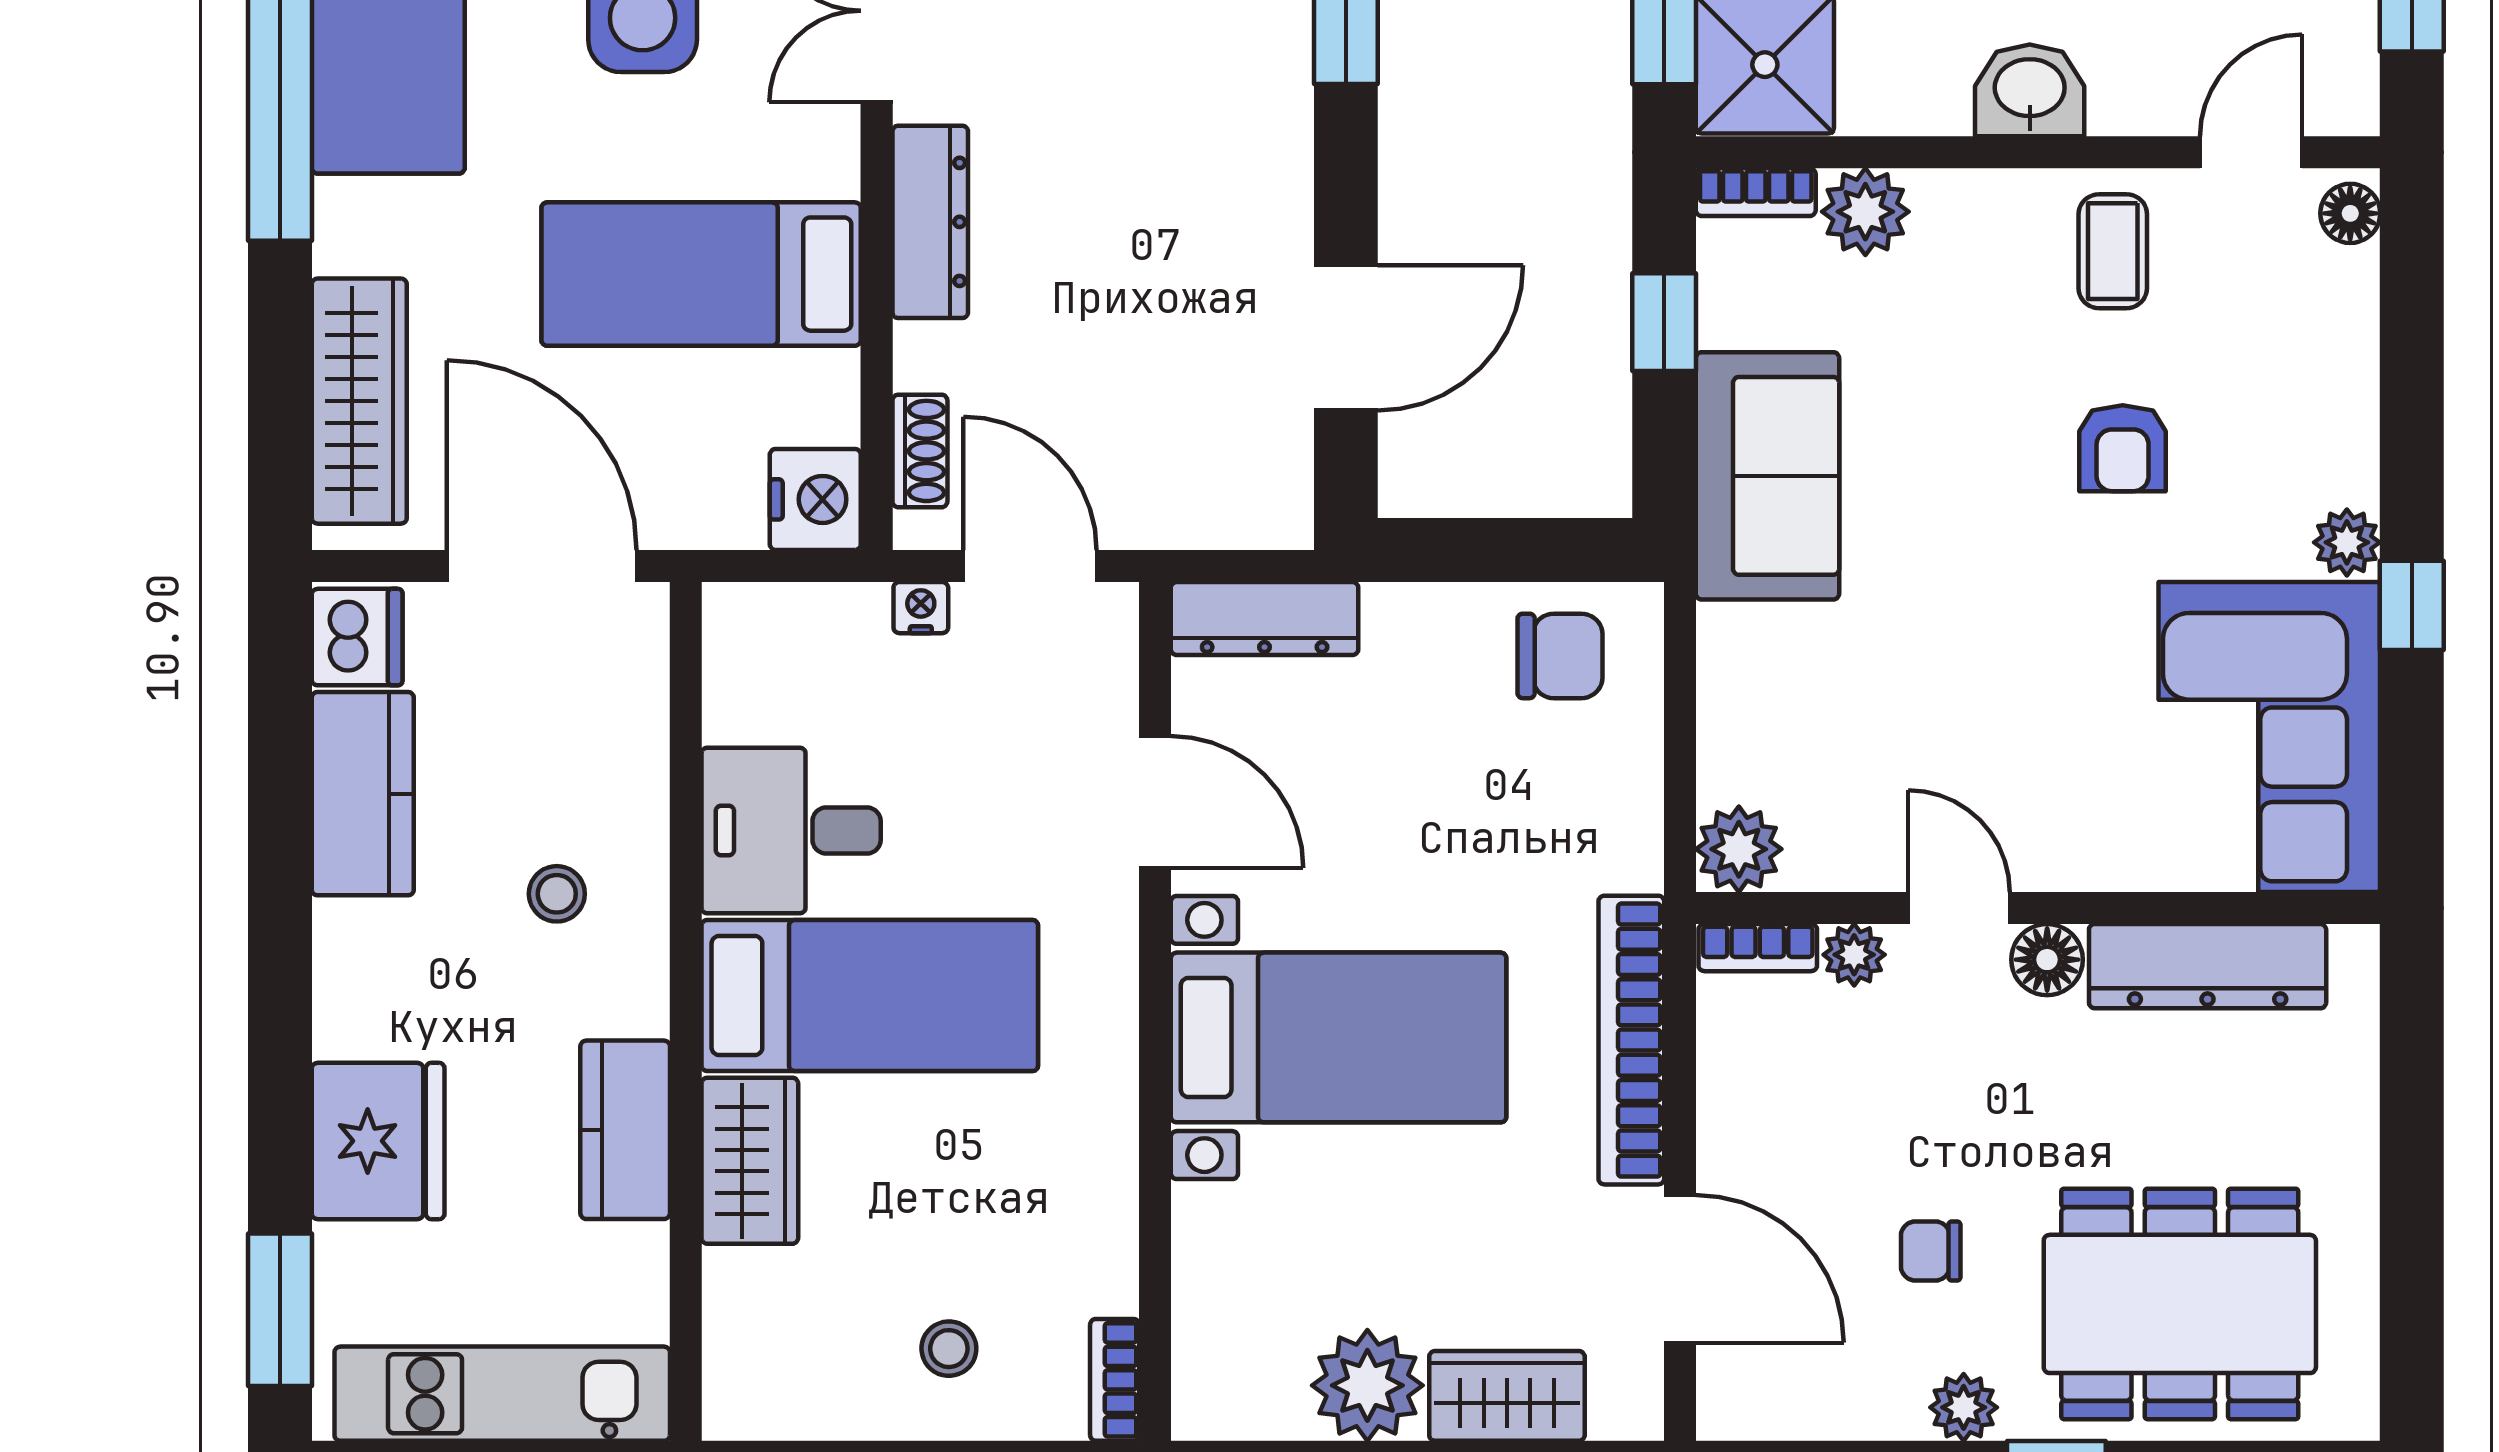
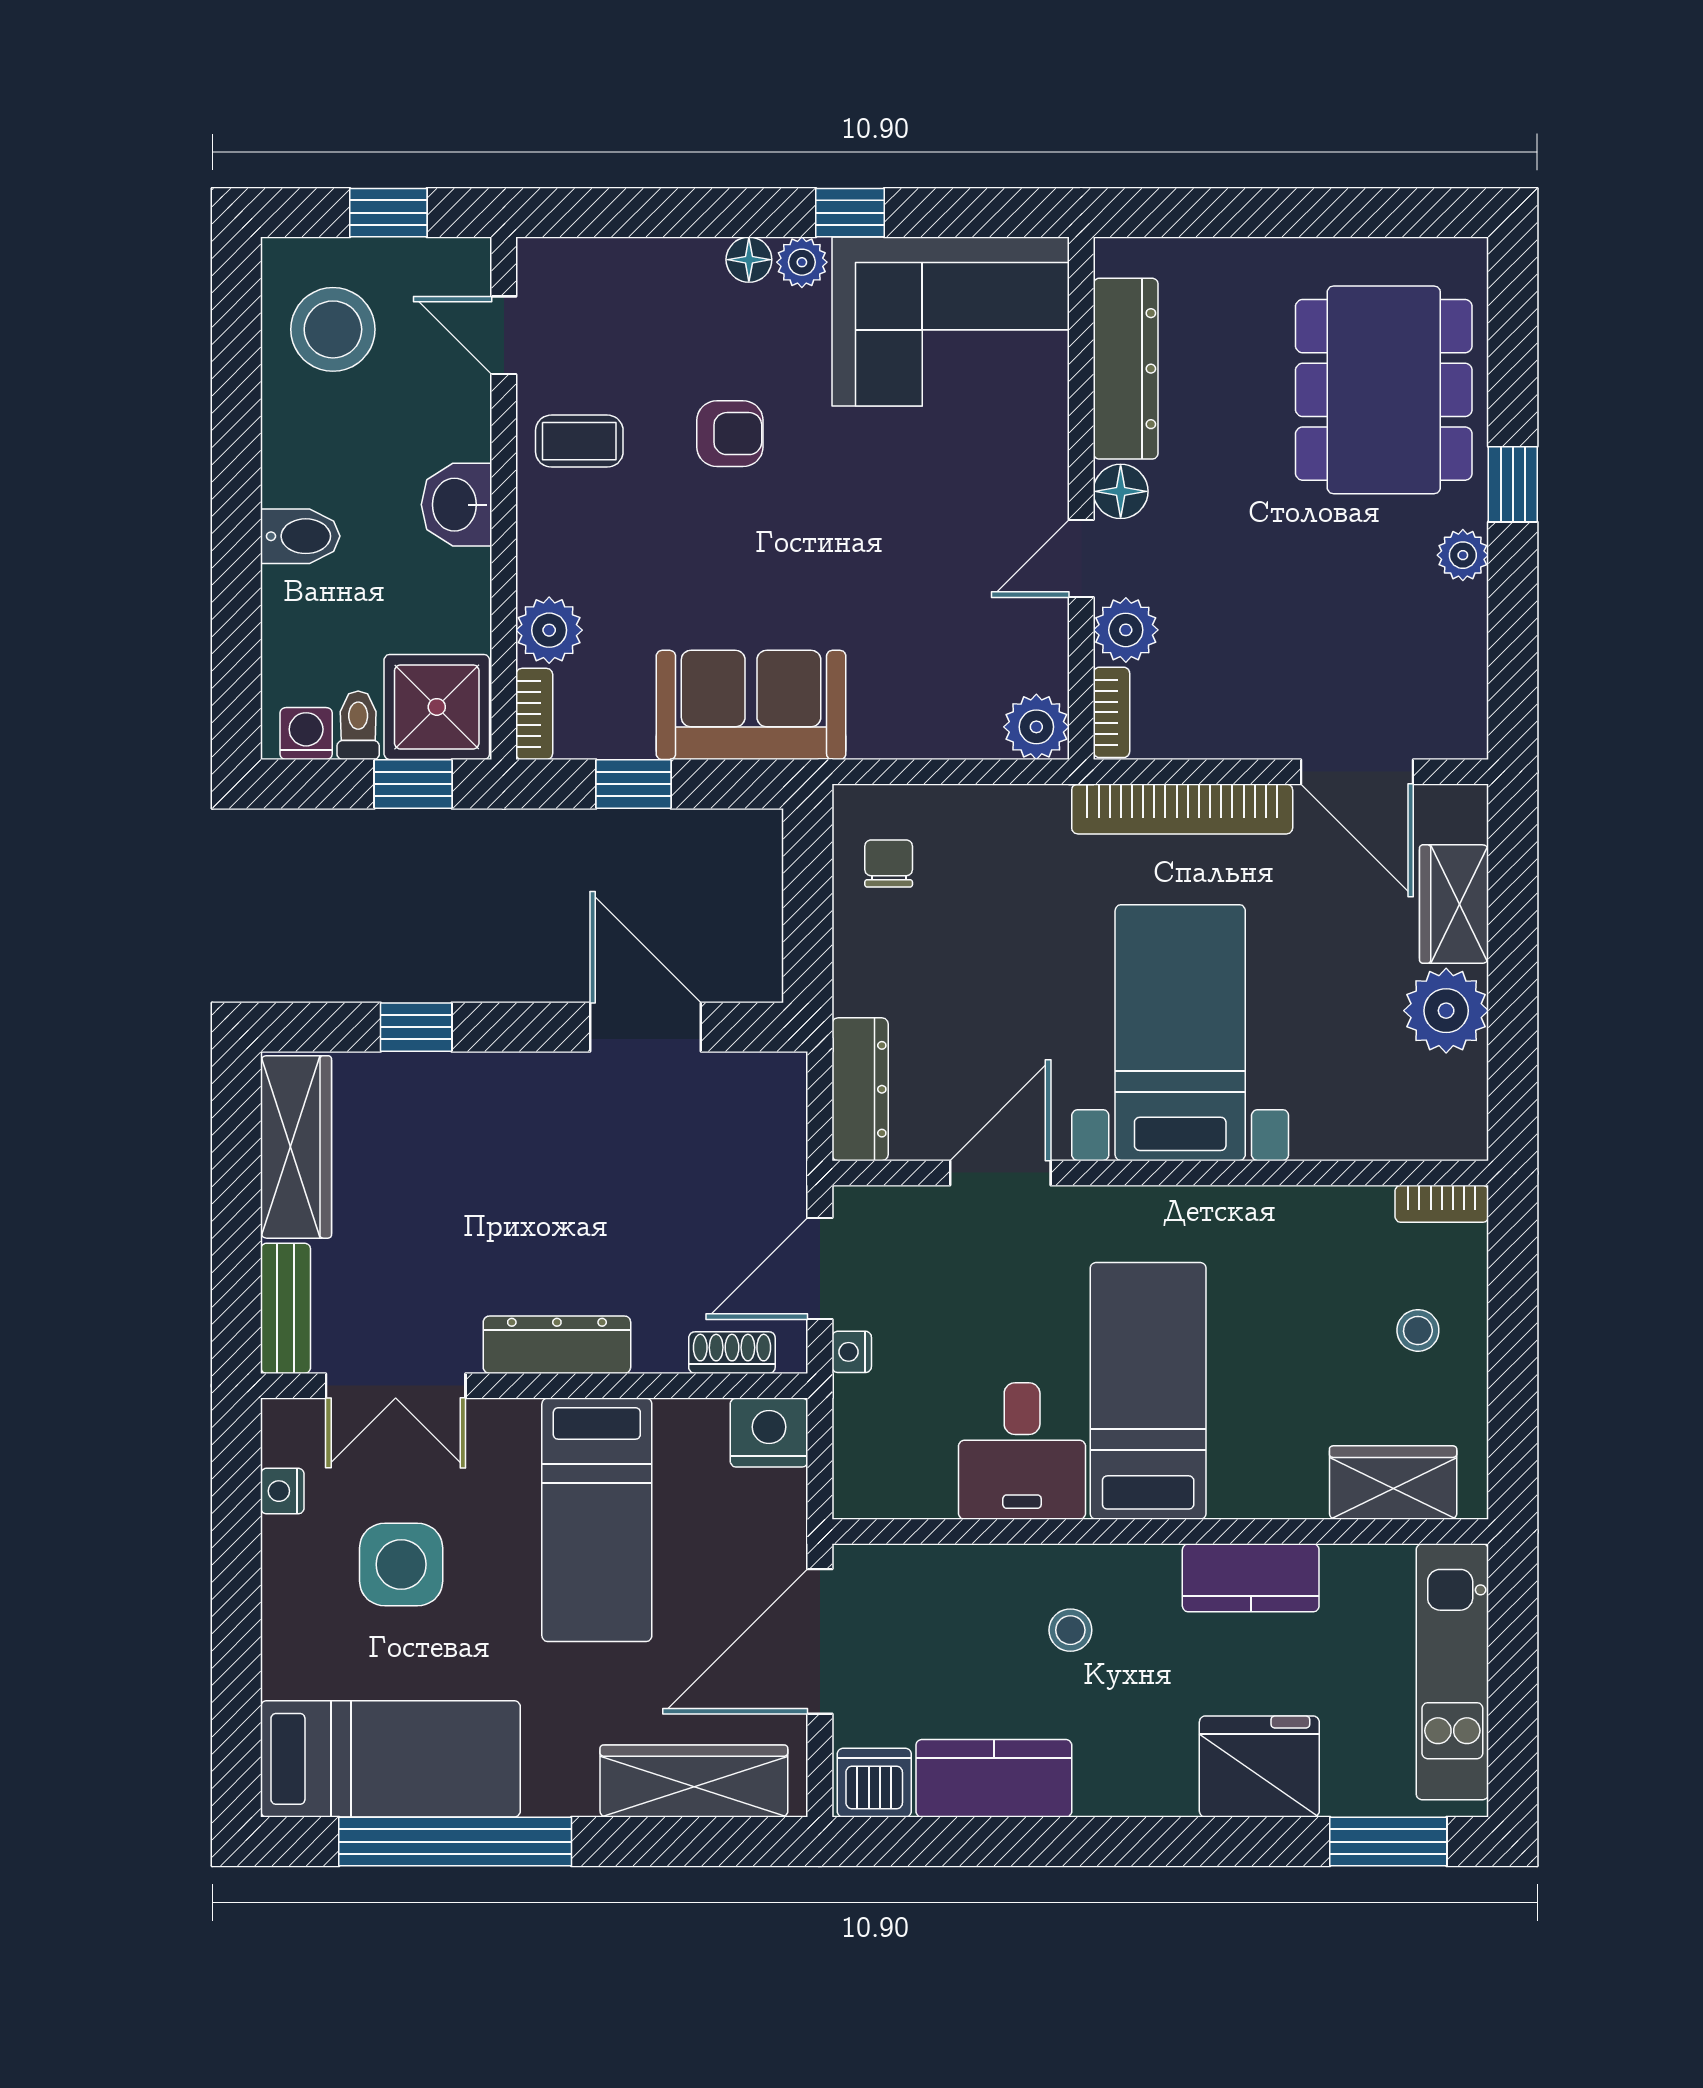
floor lamp: (2350, 213) -> (749, 260), moved
chair: (1560, 656) -> (889, 864), width x0.73, depth x0.73
plant: (1854, 955) -> (1126, 630), width x1.38, depth x1.38
wardrobe: (750, 1161) -> (1393, 1483), moved
chair: (1931, 1251) -> (1343, 580), removed
door: (1680, 1269) -> (1357, 772), swing flipped

